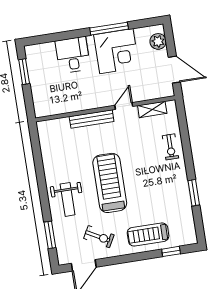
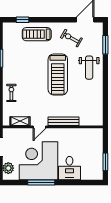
corner desk: (116, 51) -> (39, 161), width x1.36, depth x1.36
weight bench: (68, 199) -> (89, 68), turned 180
treadmill: (148, 234) -> (37, 34), turned 180

